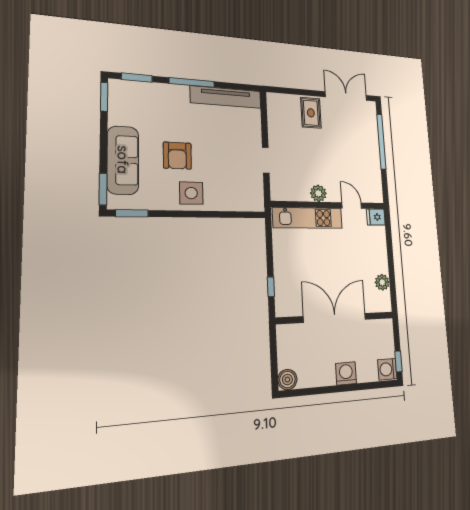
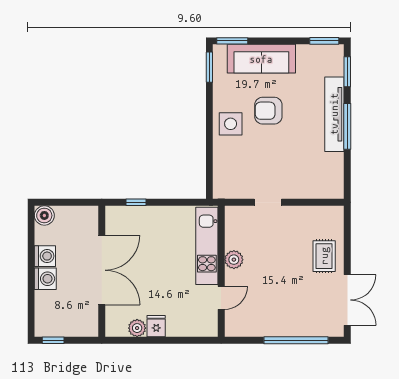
tv unit: (226, 97) -> (334, 114), moved
rug: (311, 113) -> (324, 256), turned 90
fridge: (376, 217) -> (156, 326), moved
washing machine: (387, 369) -> (45, 256), moved, turned 90

